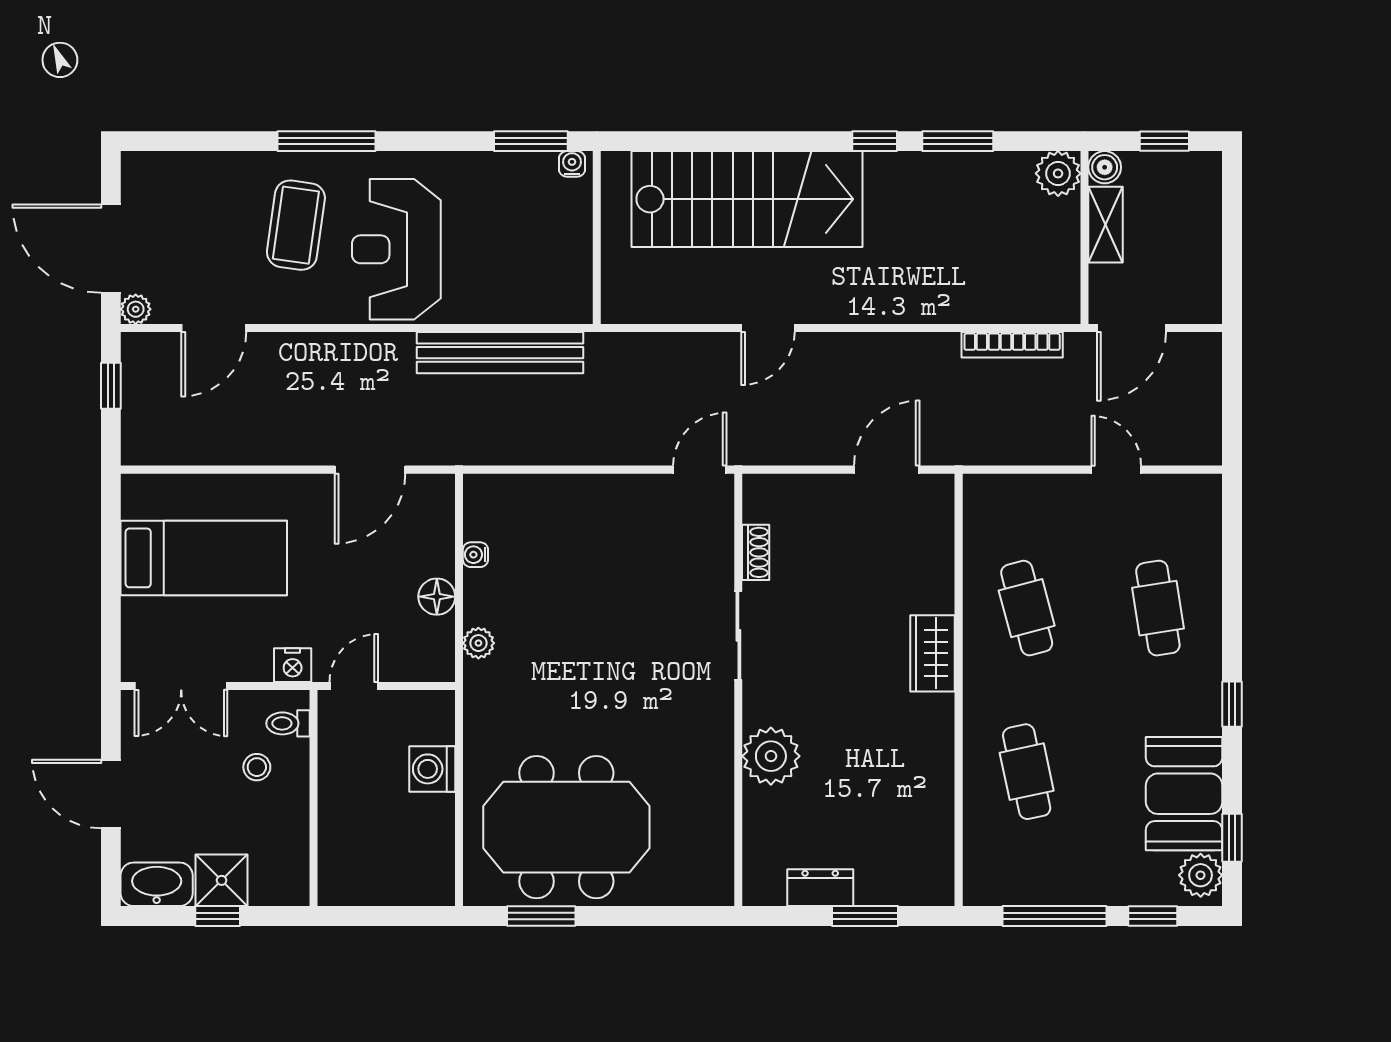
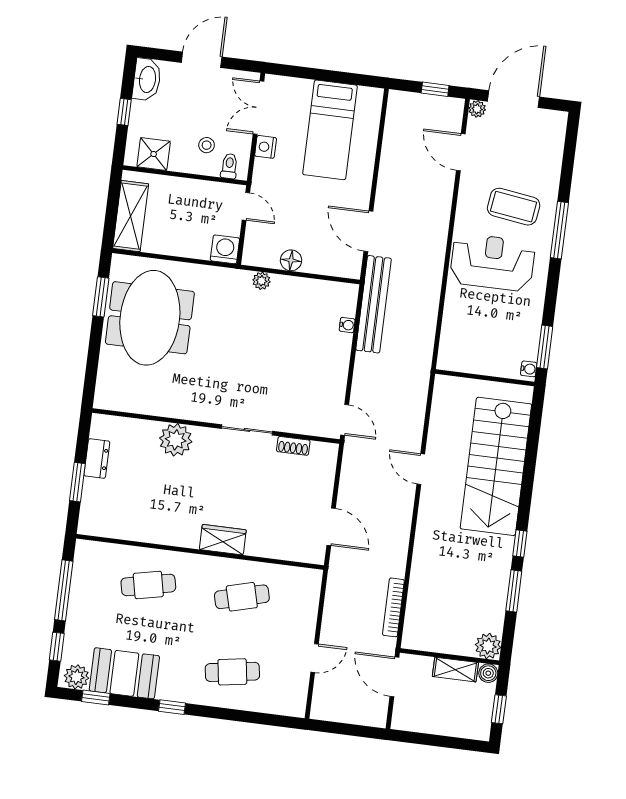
bench: (500, 353) -> (374, 304), moved
water cooler: (475, 555) -> (347, 325), moved, turned 90
nightstand: (293, 665) -> (266, 147), moved
washing machine: (432, 769) -> (225, 249), moved
shower: (222, 880) -> (154, 154), moved
shelving: (395, 882) -> (131, 216), added

